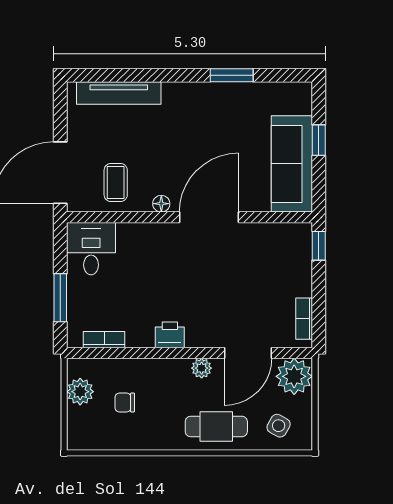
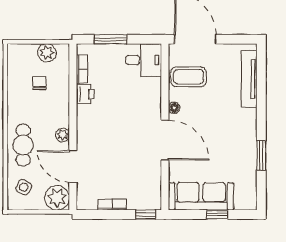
coffee table: (116, 182) -> (189, 77), width x1.36, depth x1.30
bookcase: (304, 319) -> (112, 205), moved
printer: (170, 335) -> (85, 94), moved

